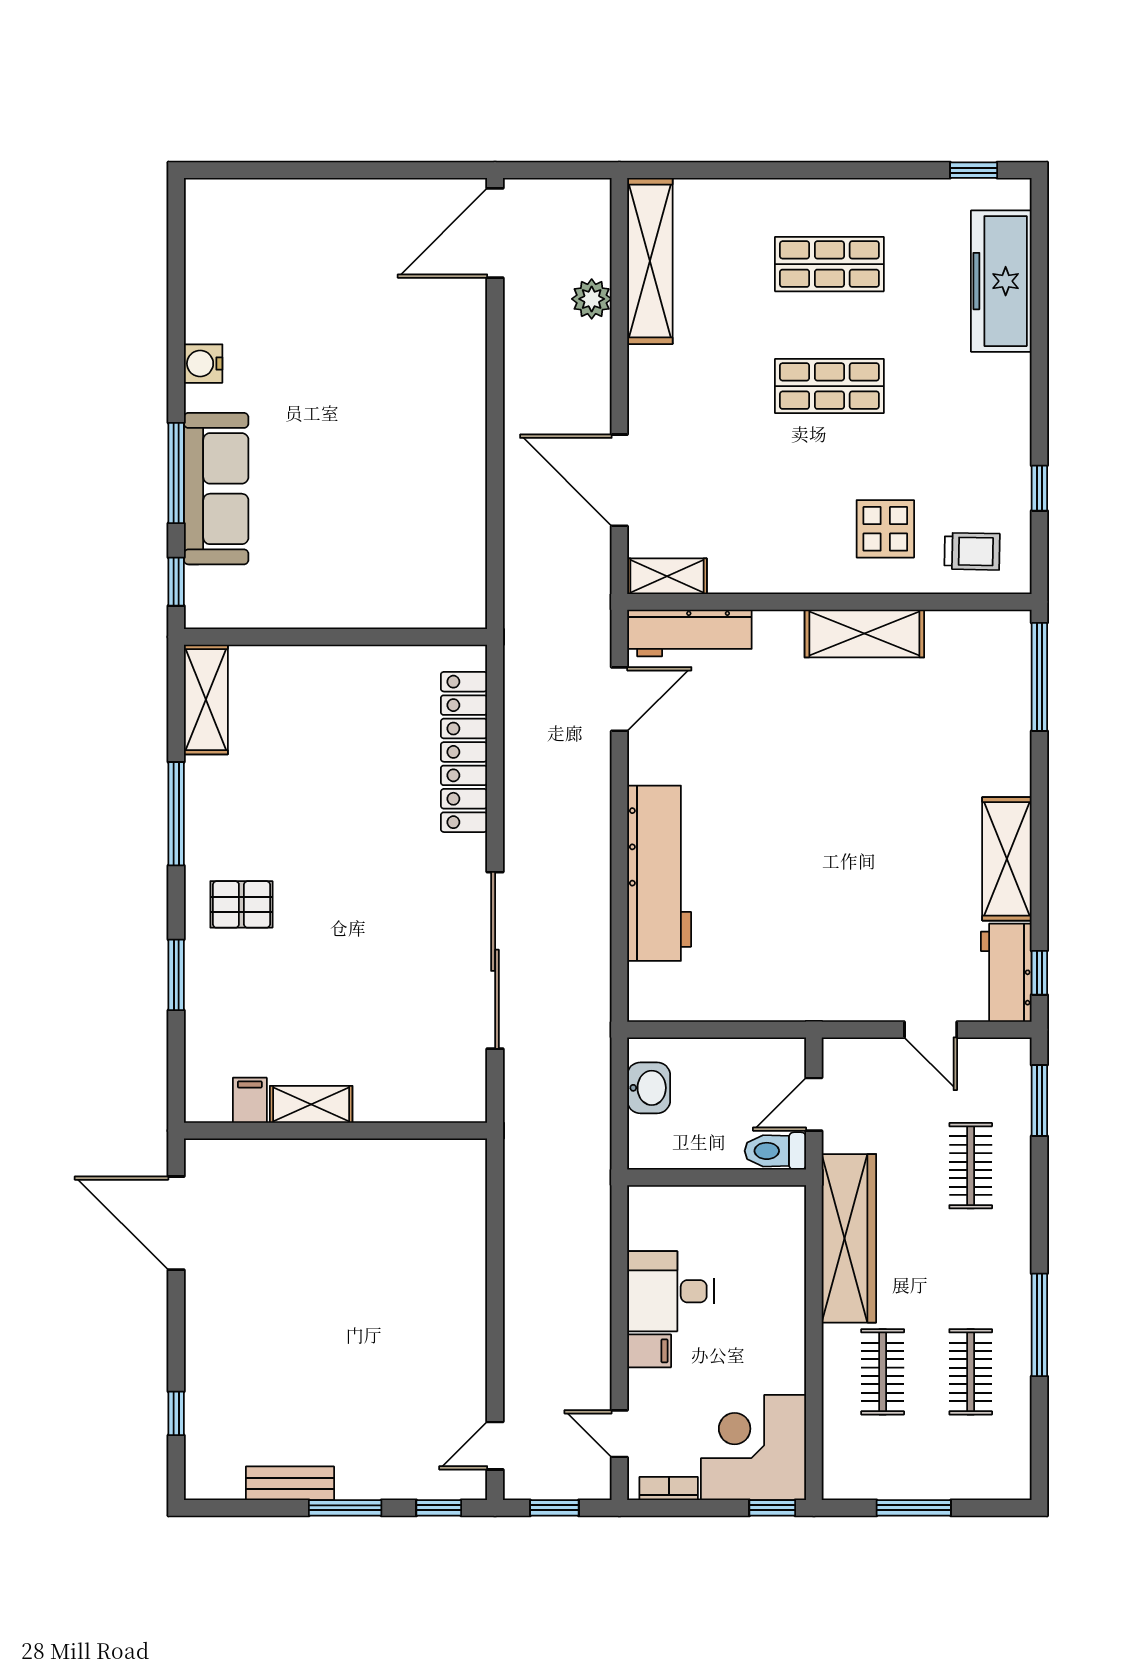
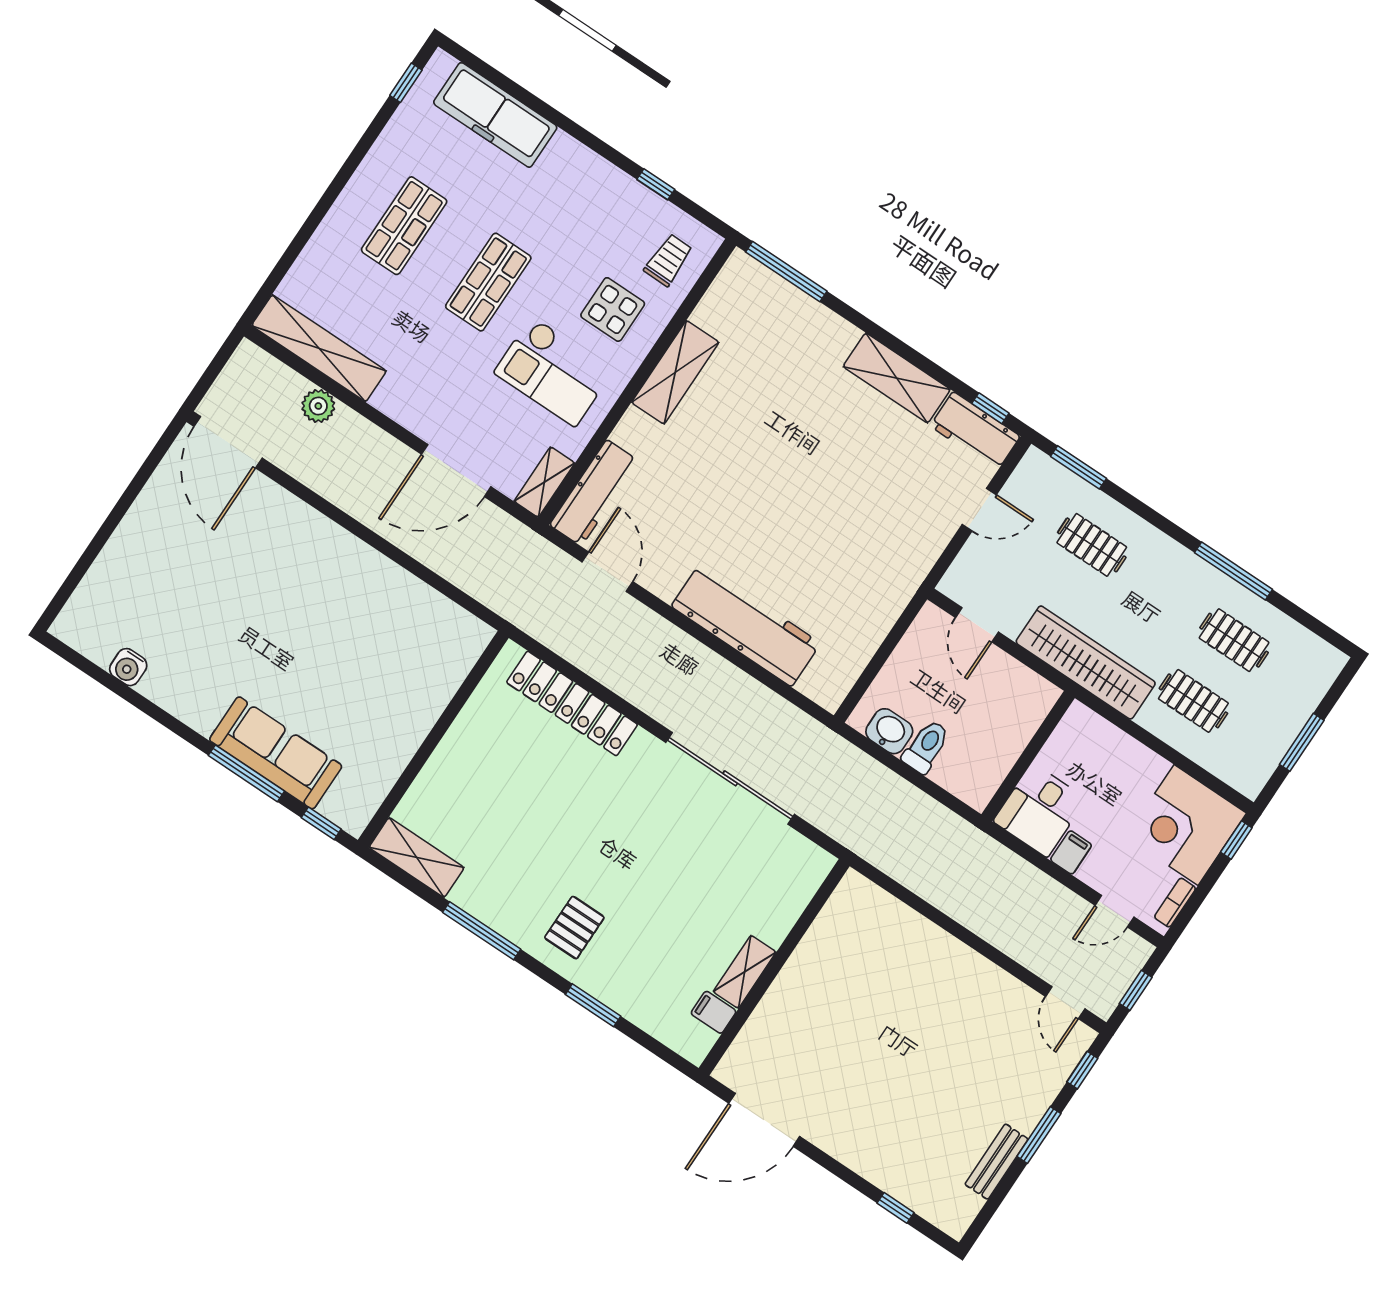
water cooler: (203, 364) -> (128, 667), moved
checkout: (784, 511) -> (553, 371), added
toilet: (775, 1151) -> (926, 747), moved, turned 180
wall: (717, 1177) -> (1028, 756), moved

